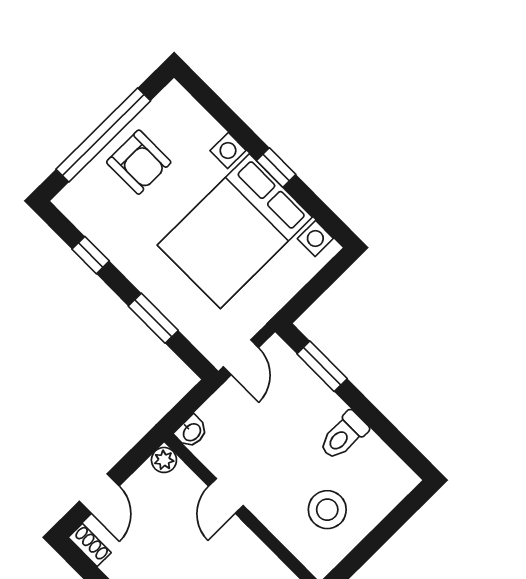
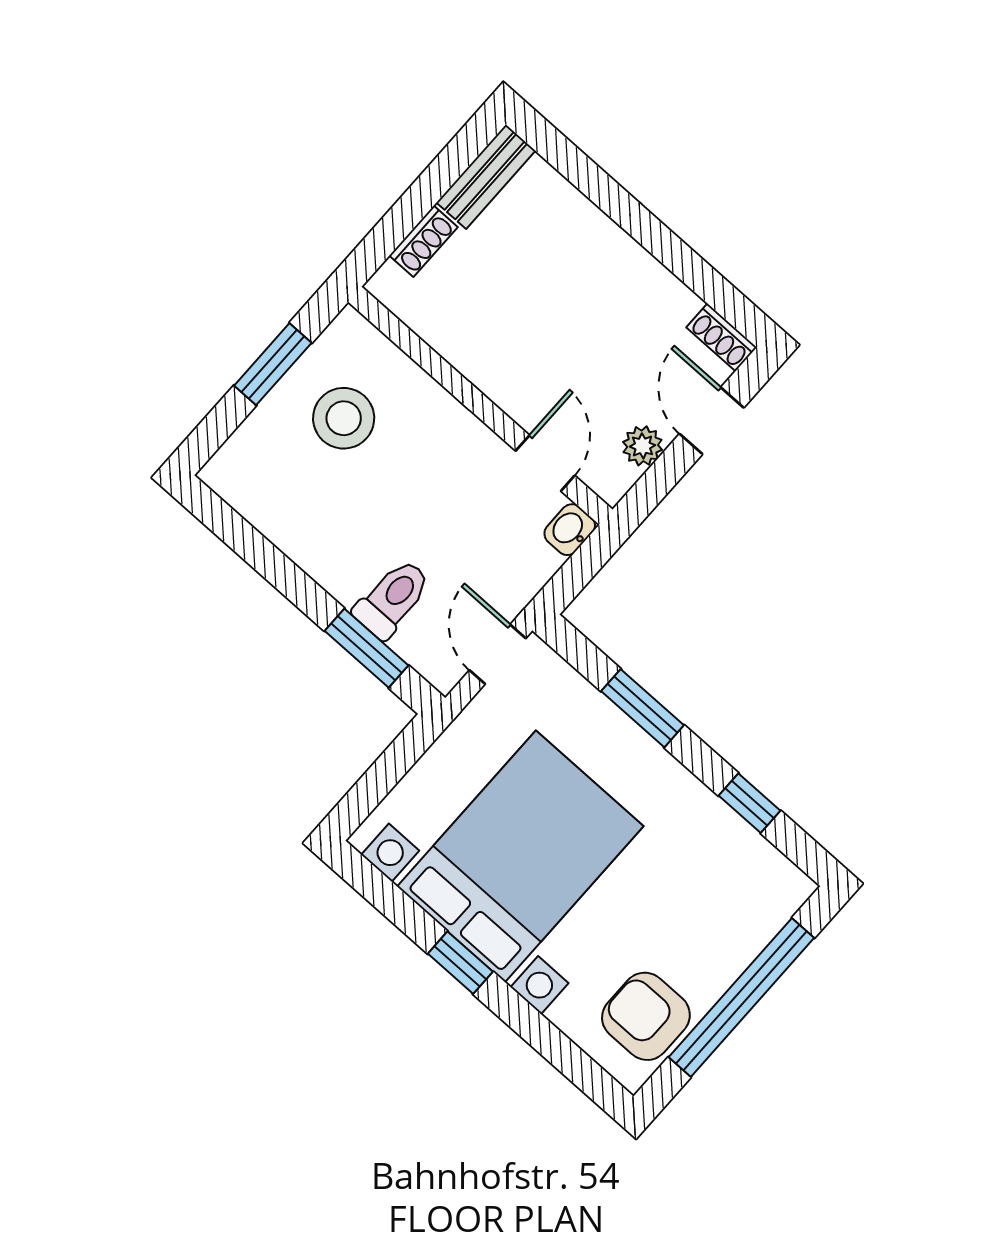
armchair: (139, 162) -> (646, 1016), moved
toilet: (343, 436) -> (392, 599), moved
plant: (164, 460) -> (643, 446), moved
door: (226, 496) -> (545, 463), moved
window: (369, 546) -> (273, 364), added

